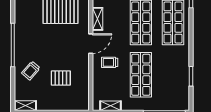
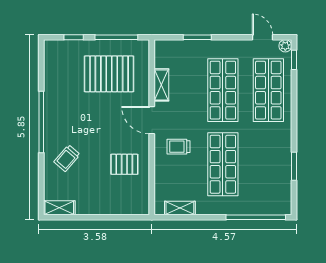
door: (91, 44) -> (152, 120), swing flipped
pallet: (61, 78) -> (124, 164), moved

